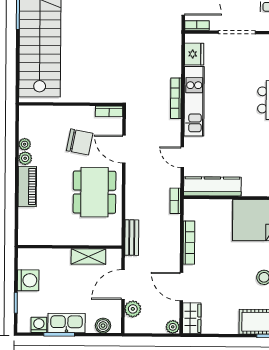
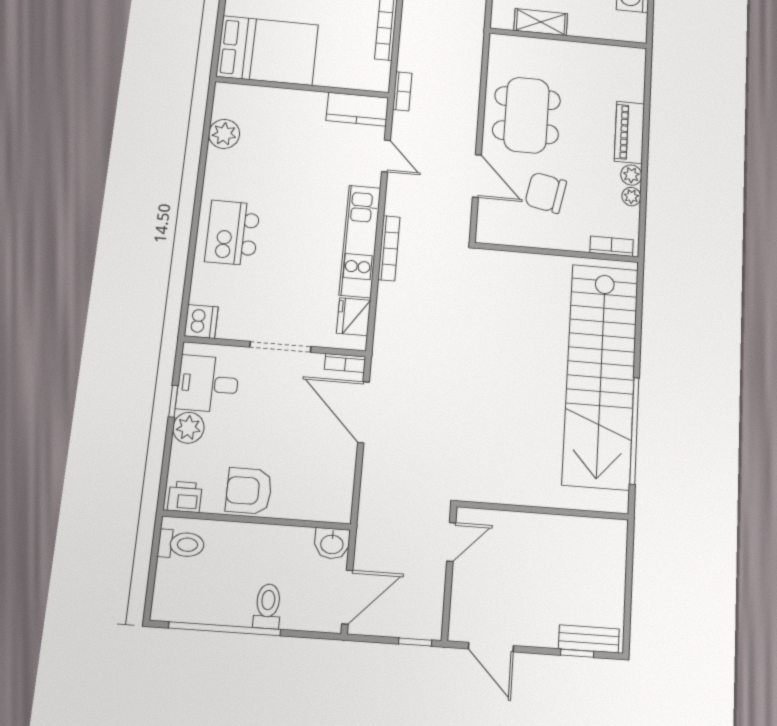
bookcase: (109, 111) -> (612, 246), moved
kitchen counter: (212, 186) -> (357, 109), width x0.67
bench: (132, 238) -> (473, 43), removed

